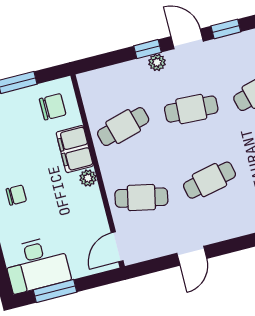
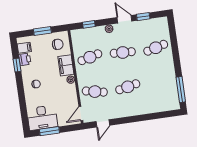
window: (148, 49) -> (89, 24), moved
door: (192, 256) -> (103, 123), moved

